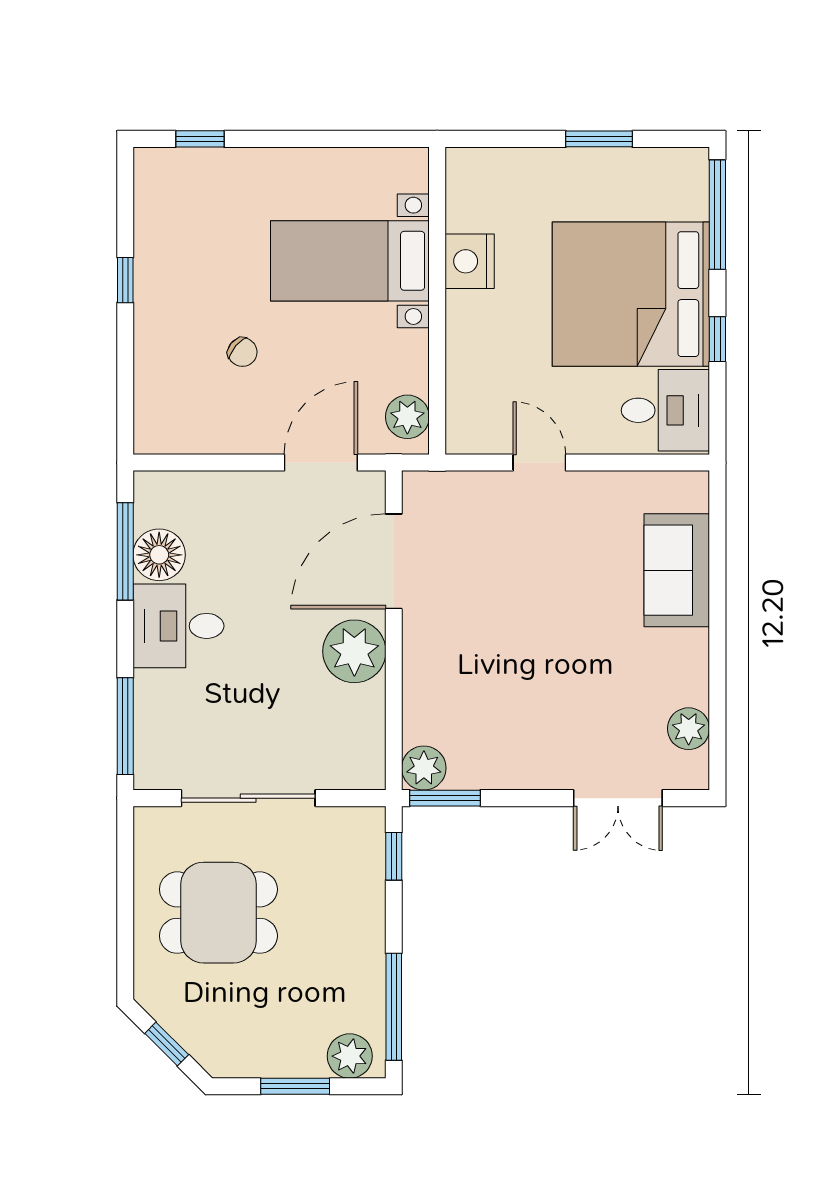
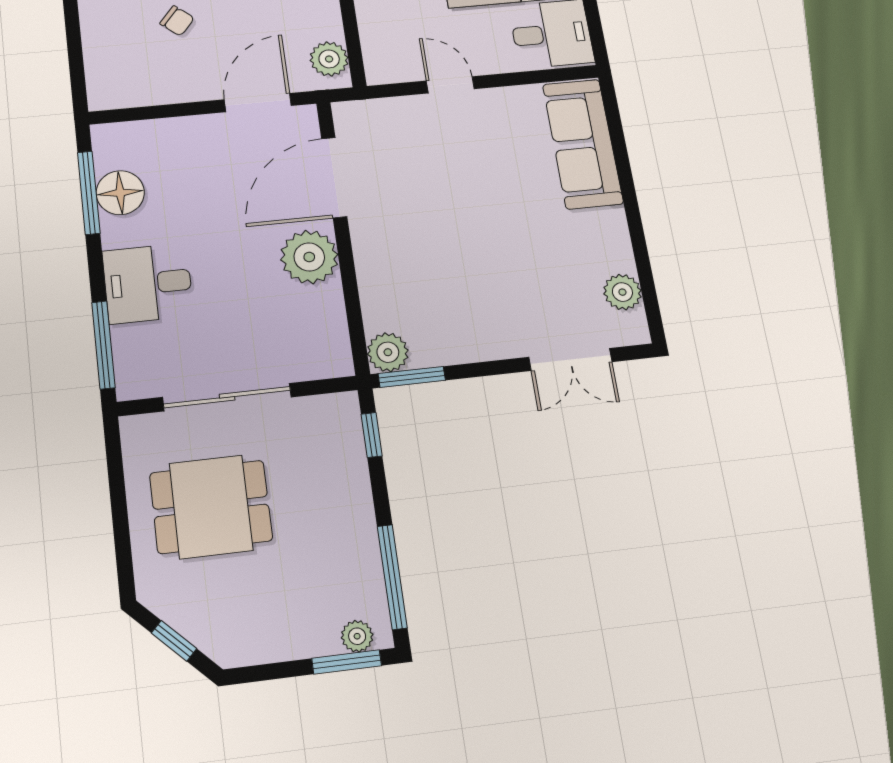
sofa: (677, 570) -> (583, 144), width x1.36
desk: (178, 626) -> (148, 283), moved
plant: (350, 1056) -> (357, 636), width x0.73, depth x0.73
window: (295, 1086) -> (347, 662), moved

